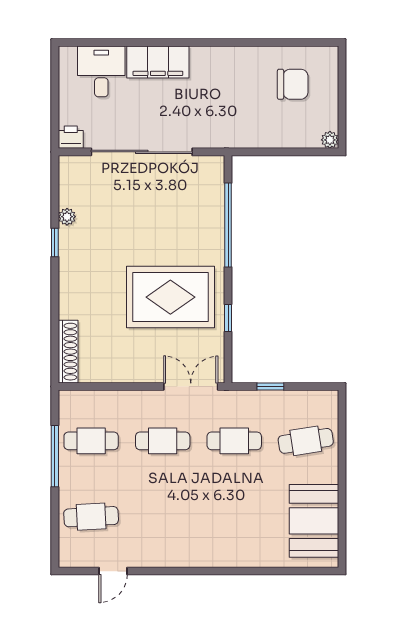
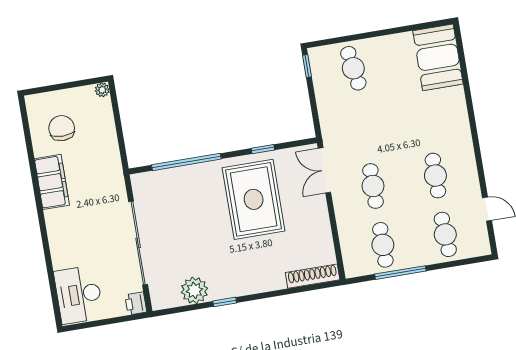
filing cabinet: (158, 62) -> (52, 182), moved
desk: (101, 71) -> (79, 295), width x1.37
plant: (67, 217) -> (194, 290), width x1.88, depth x1.88
window: (270, 387) -> (307, 66), moved
cafe table: (234, 441) -> (435, 176), moved
booth: (314, 521) -> (438, 57), moved, turned 90

